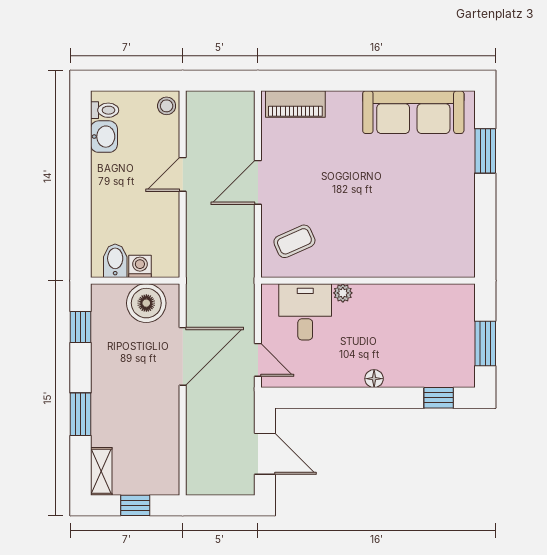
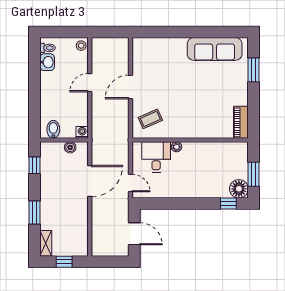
piano: (295, 104) -> (241, 122), moved, turned 90
washing machine: (140, 266) -> (82, 132), moved
boiler: (146, 303) -> (70, 147), width x0.54, depth x0.54
floor lamp: (374, 379) -> (239, 189), moved, width x1.89, depth x1.89

